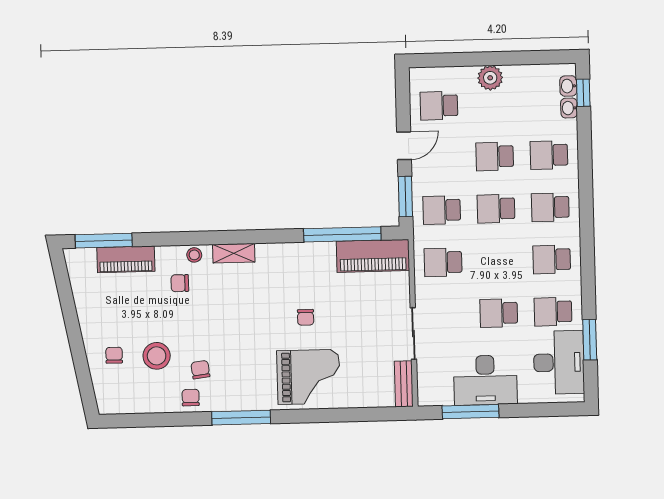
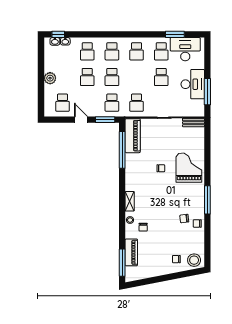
stool: (157, 356) -> (194, 260), moved

